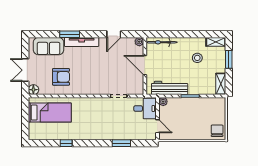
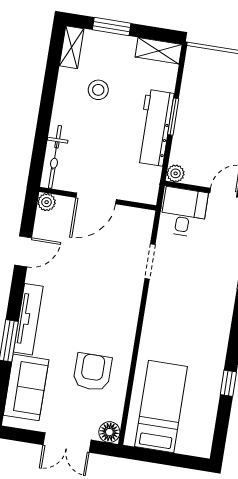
door: (114, 34) -> (23, 251), hinge flipped
workbench: (170, 88) -> (155, 128), moved

